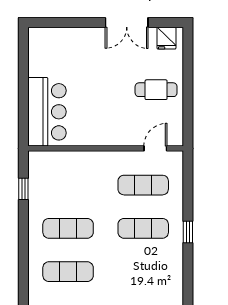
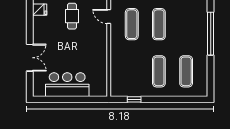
double door: (127, 22) -> (30, 58), moved
bar counter: (47, 112) -> (67, 85), moved

